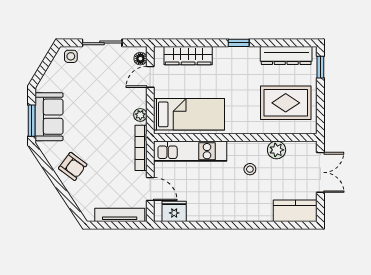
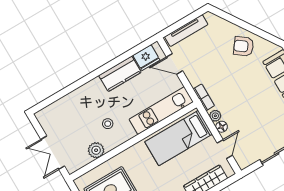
floor lamp: (140, 59) -> (222, 127), moved
bookcase: (141, 148) -> (204, 97), width x0.64
kitchen counter: (295, 211) -> (120, 74), moved

